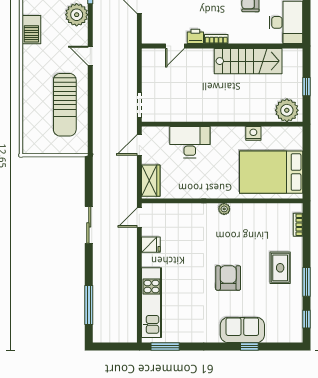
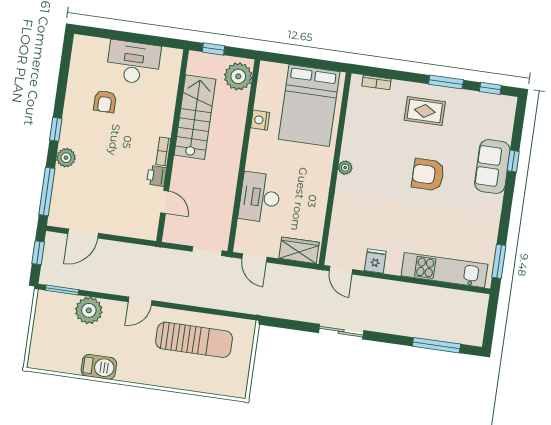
printer: (195, 36) -> (157, 176), moved
bookcase: (216, 39) -> (163, 151), moved
door: (175, 46) -> (165, 202), moved
wall: (222, 46) -> (173, 146), moved
stairs: (248, 61) -> (195, 117), moved

